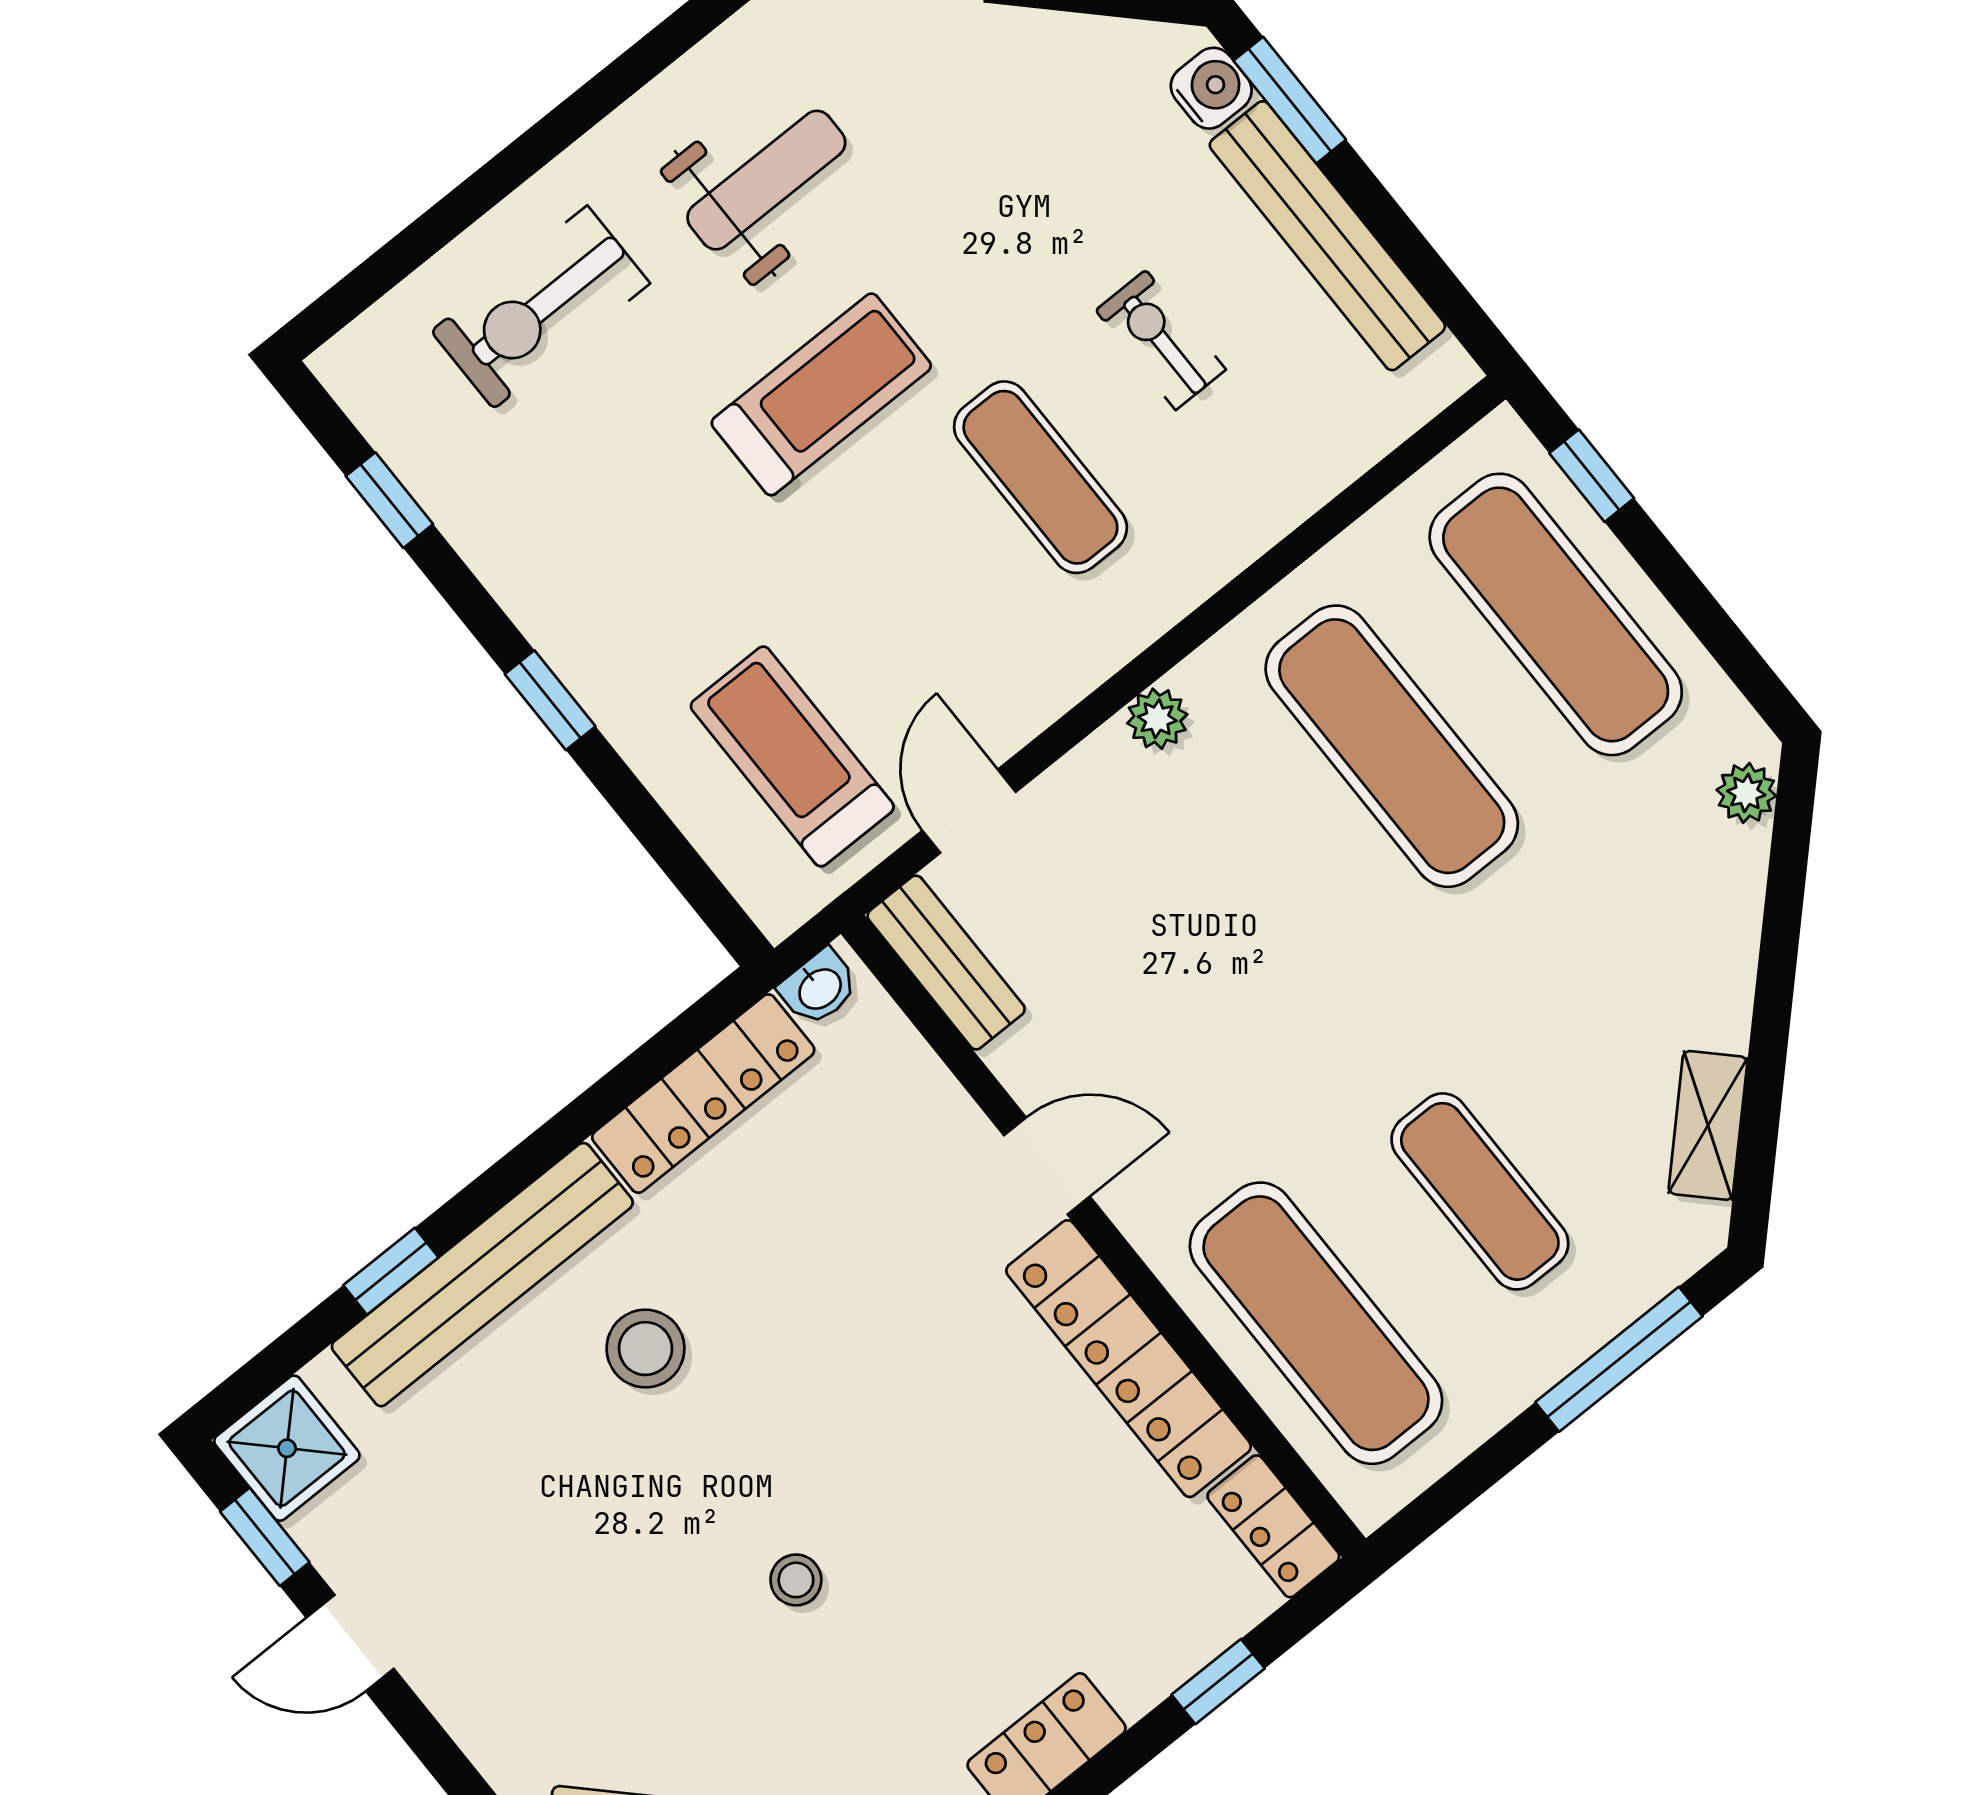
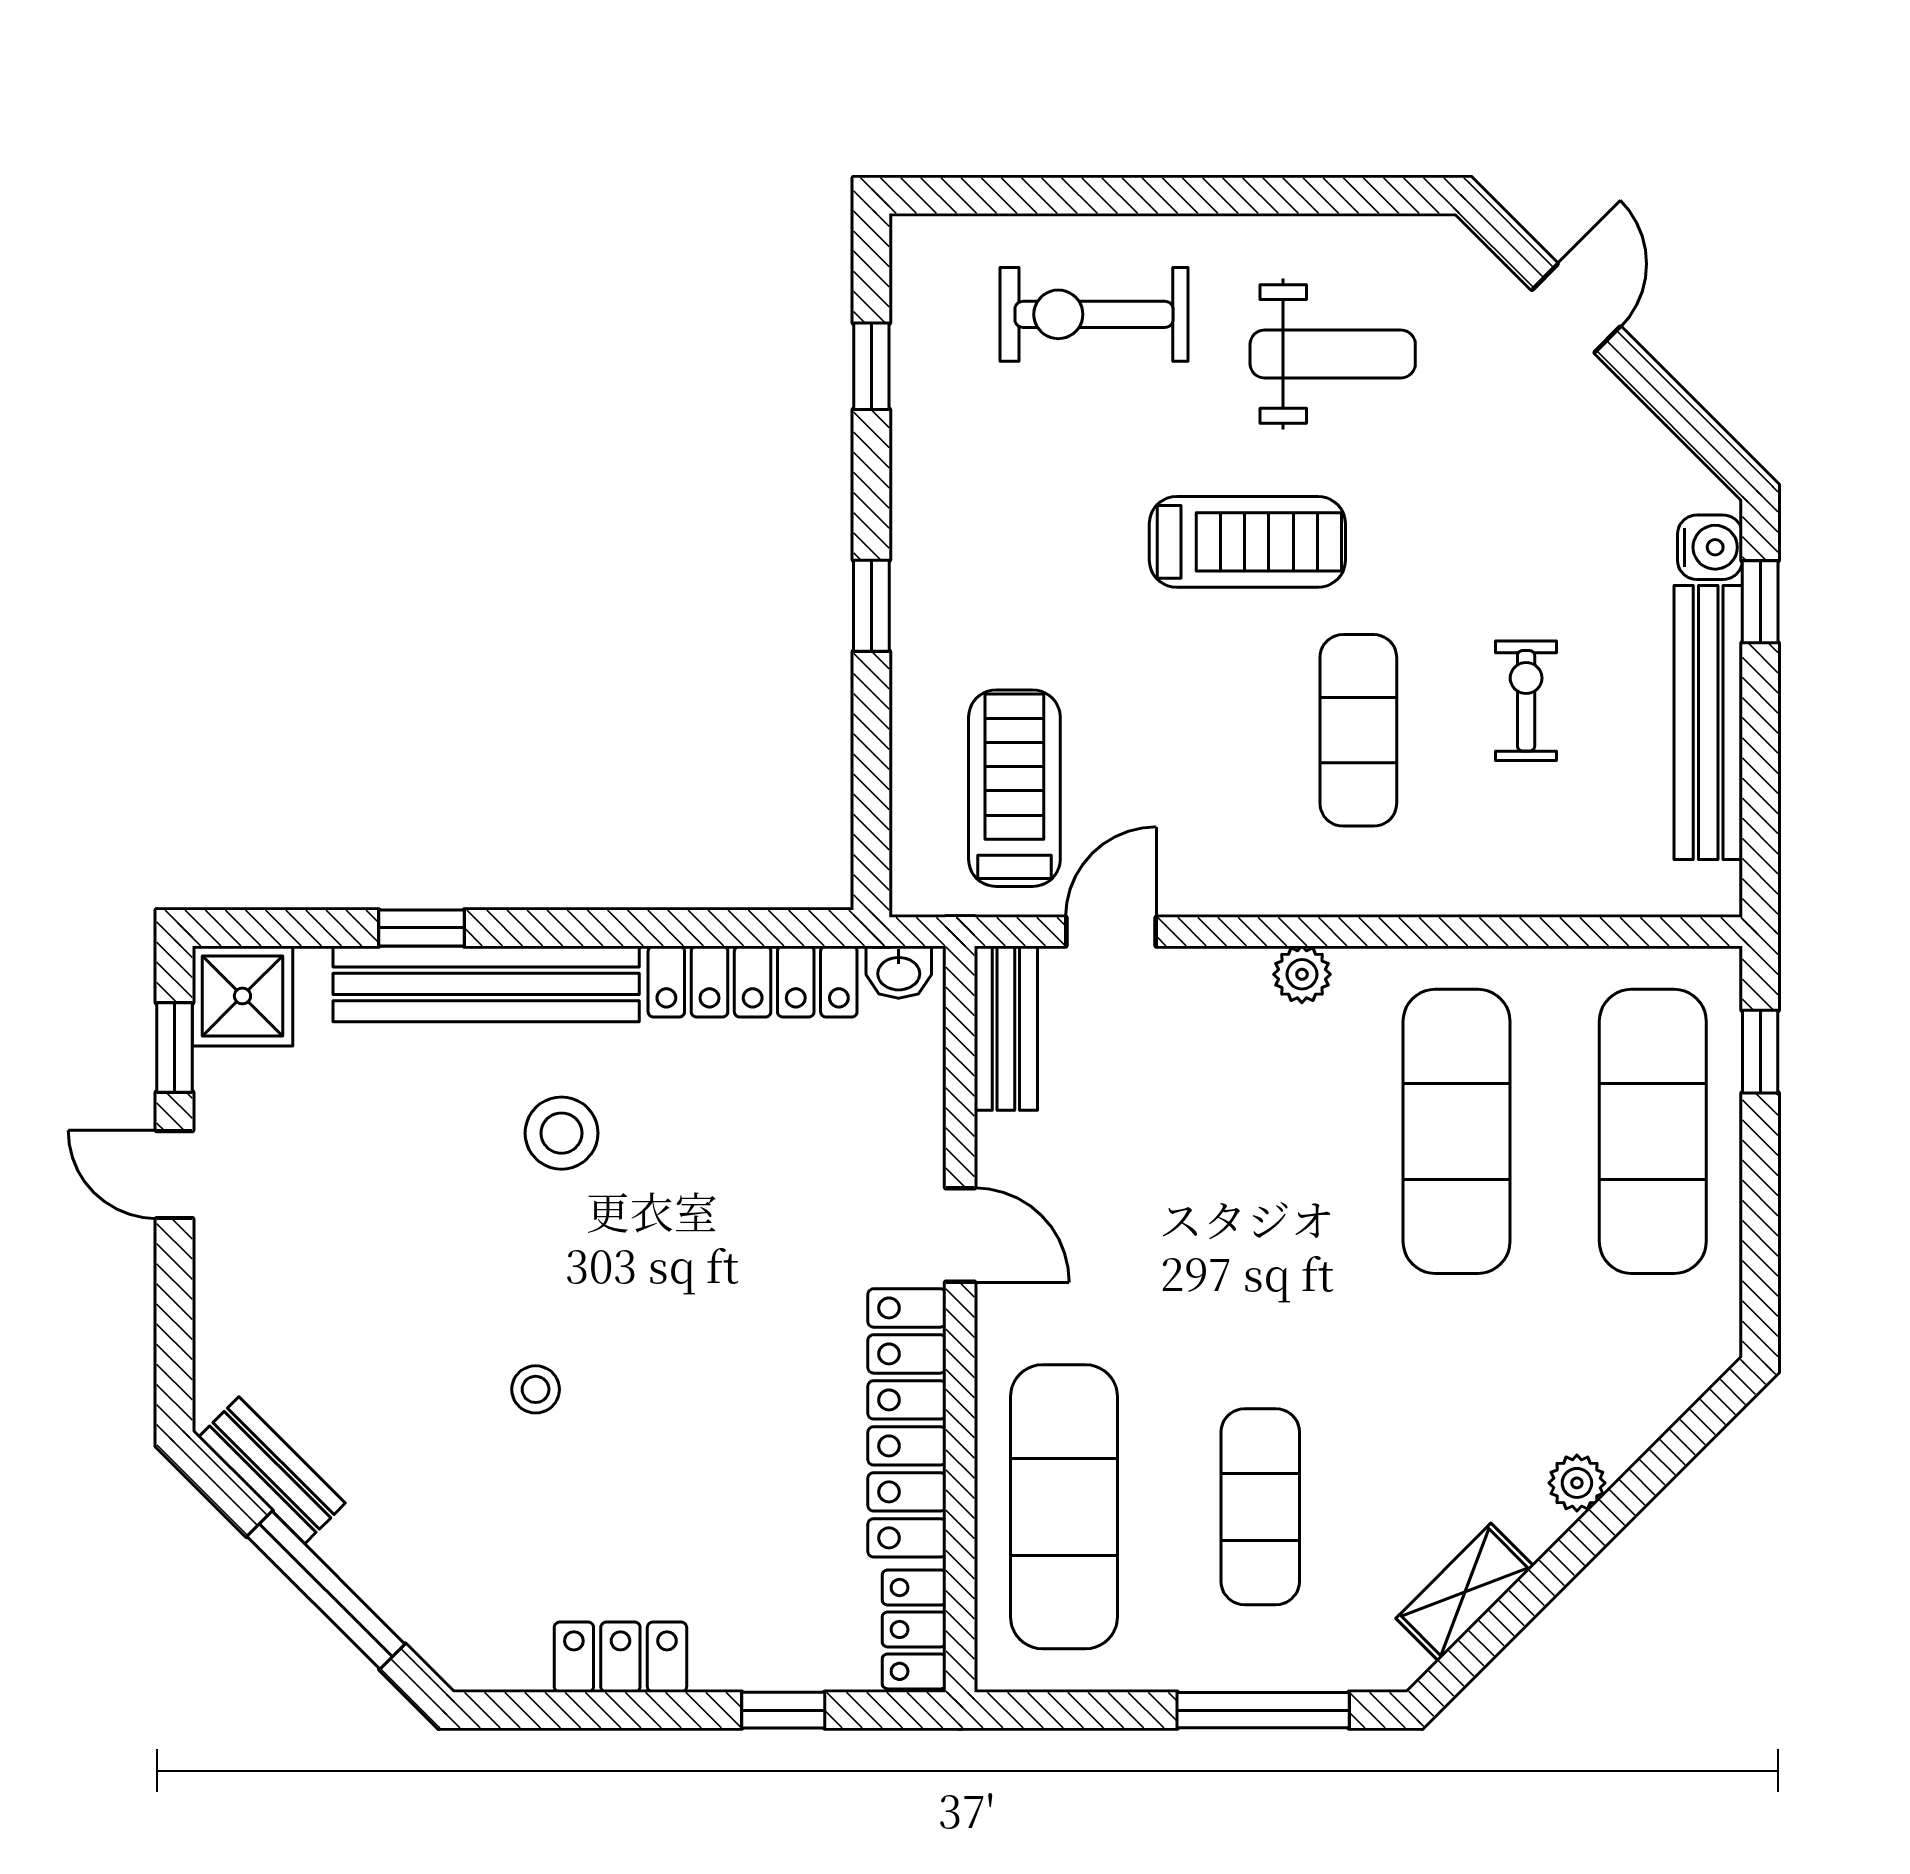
window: (1290, 100) -> (1760, 602), width x0.67
plant: (1746, 793) -> (1577, 1483), moved

